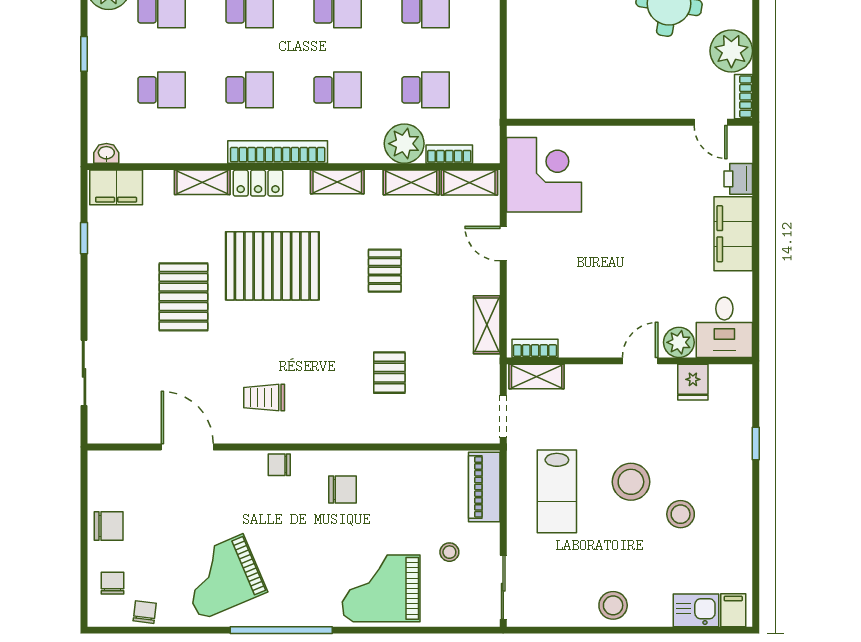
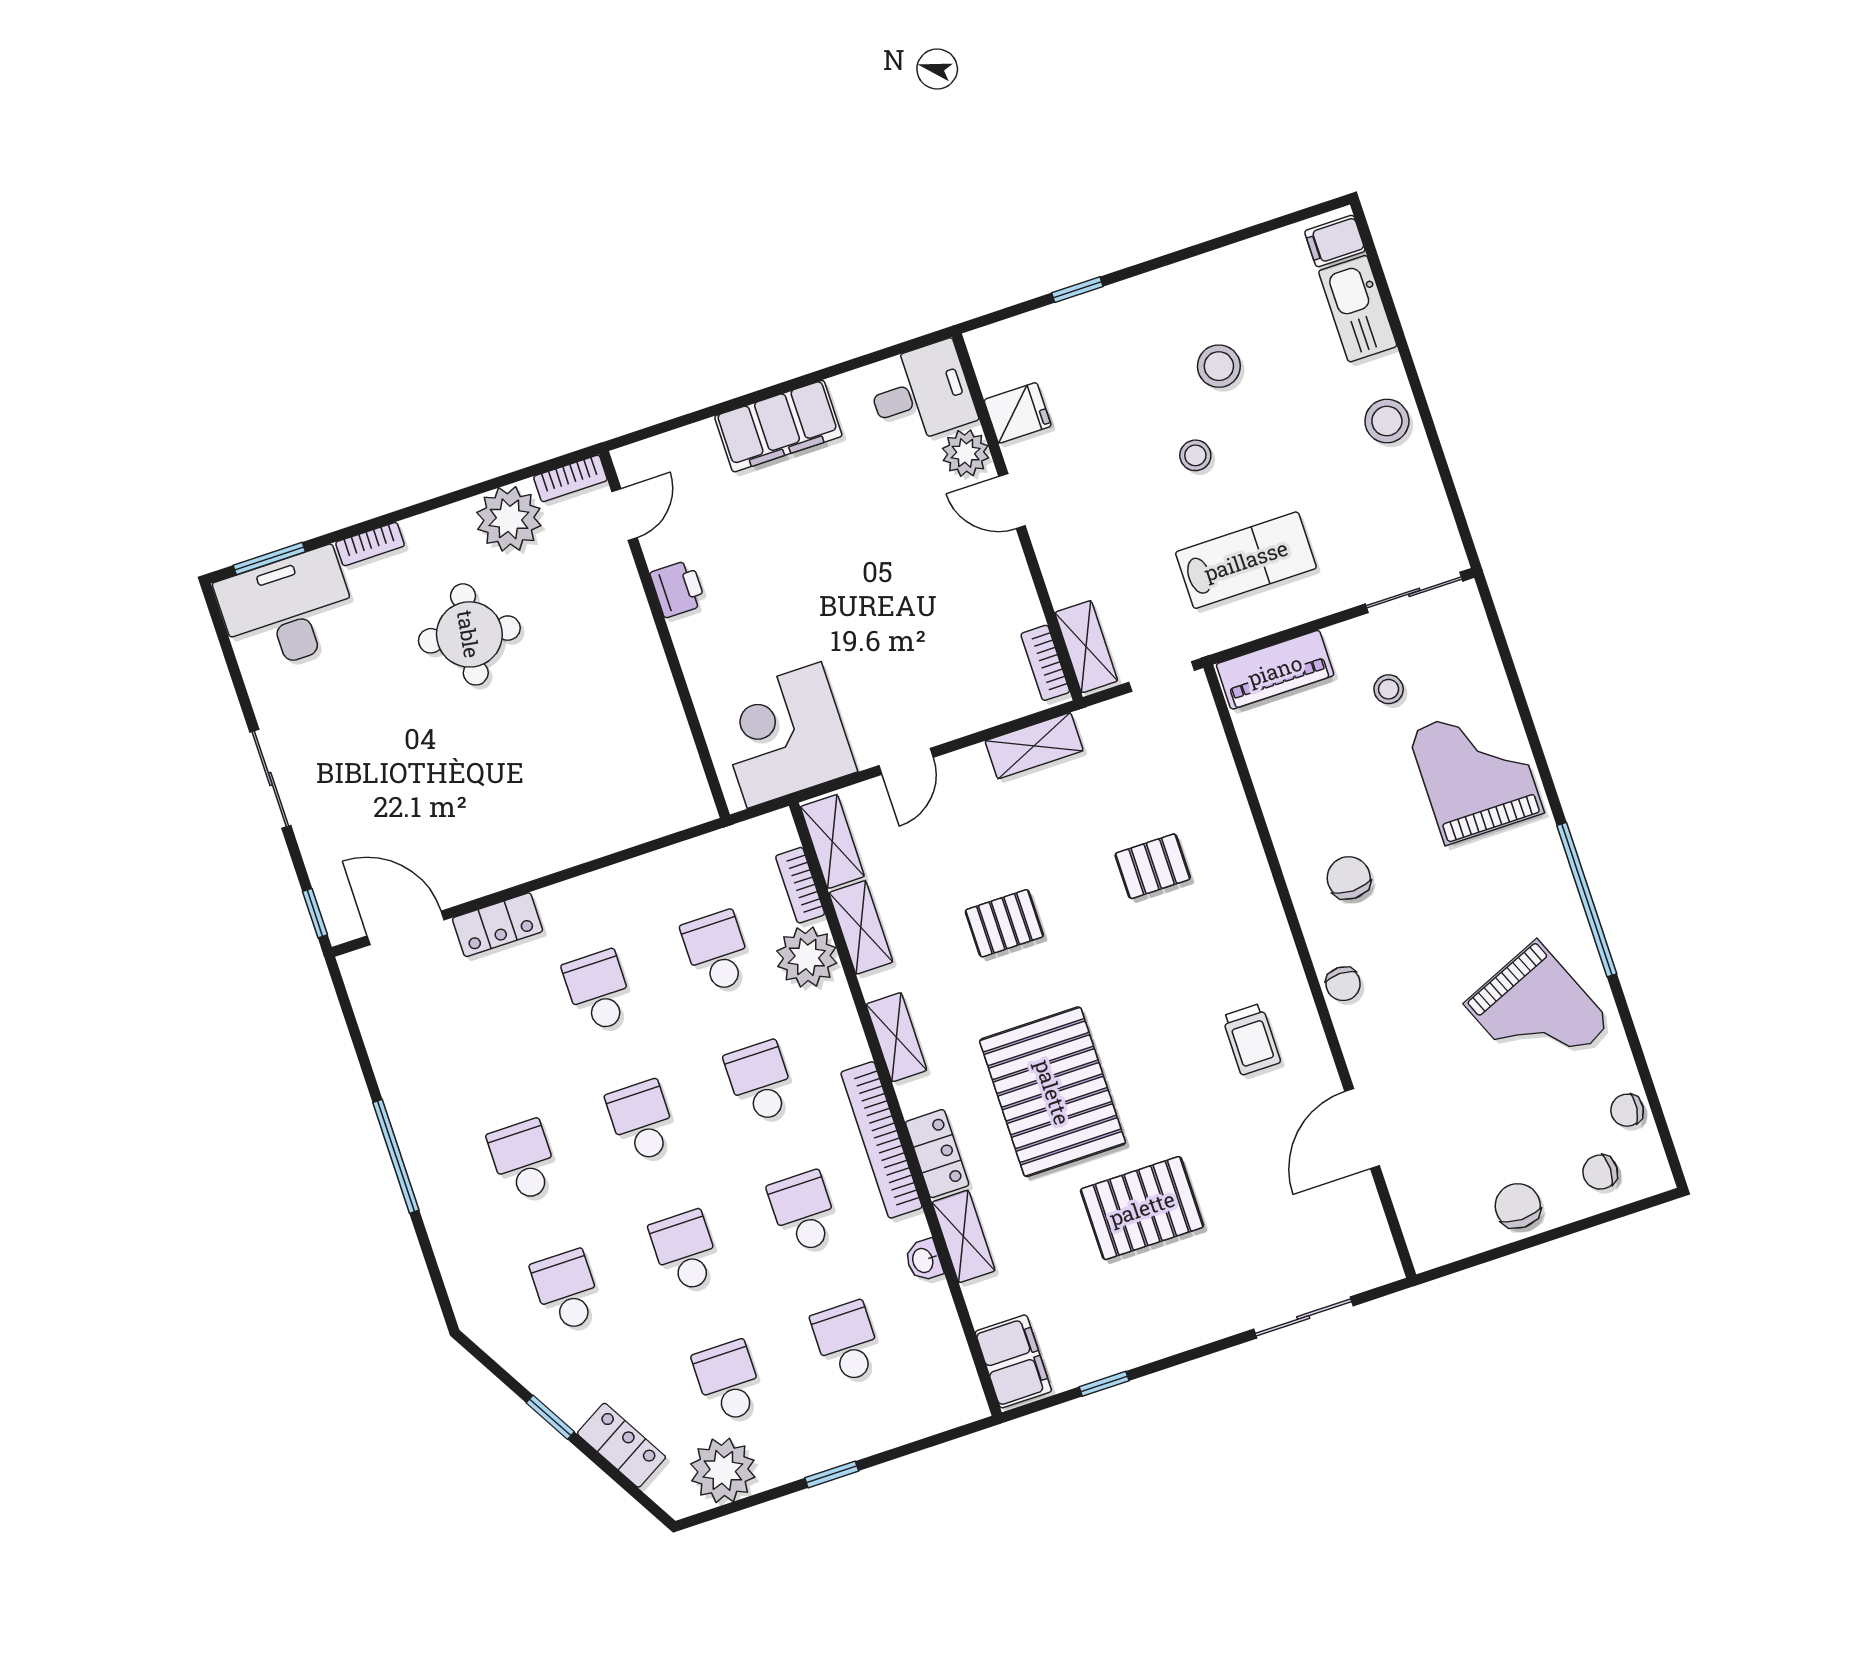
washbasin: (106, 153) -> (924, 1260), moved
printer: (738, 179) -> (678, 589), moved, turned -90
stool: (631, 482) -> (1195, 455), width x0.53, depth x0.53
grand piano: (381, 588) -> (1476, 772), turned 180
kitchen sink: (696, 610) -> (1358, 309), width x1.38

